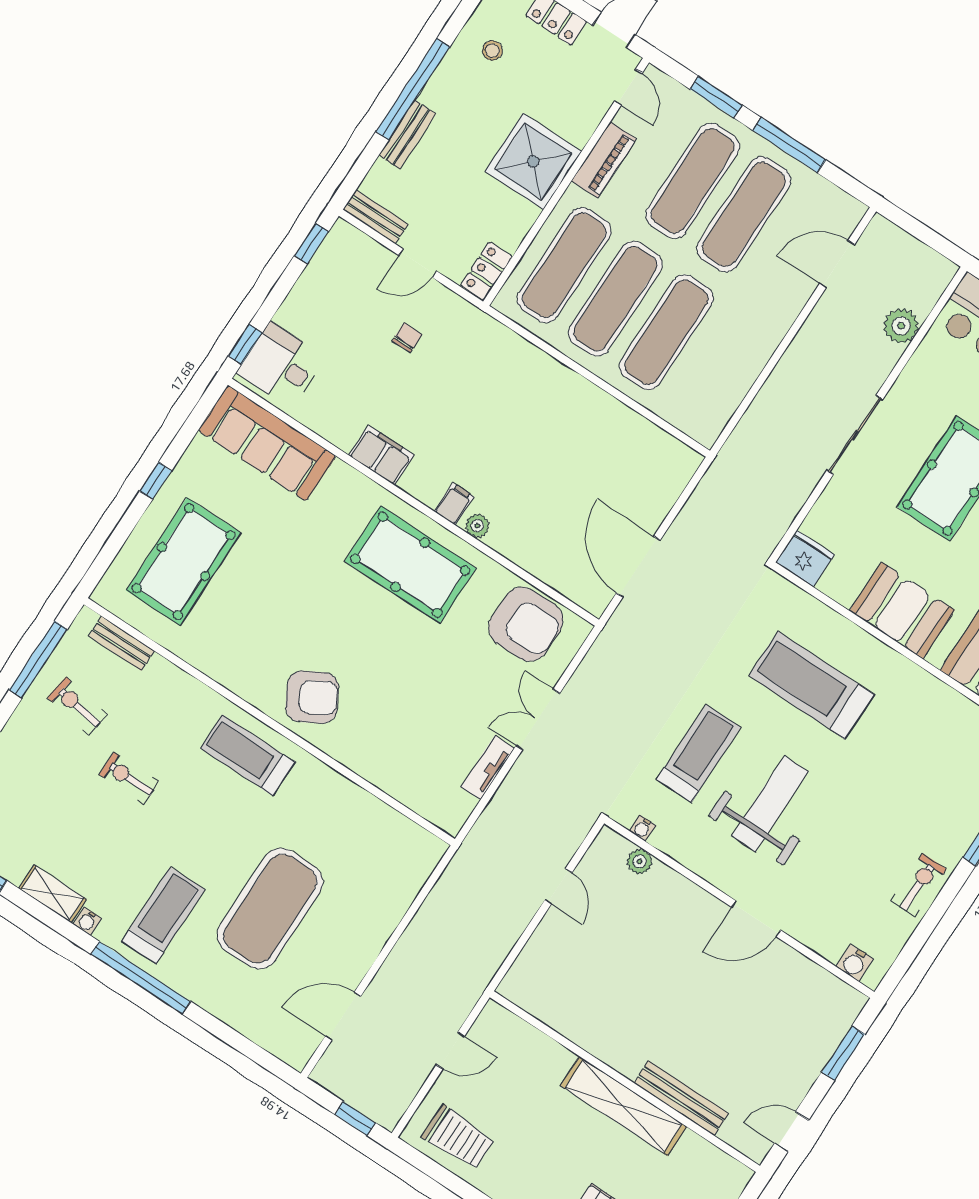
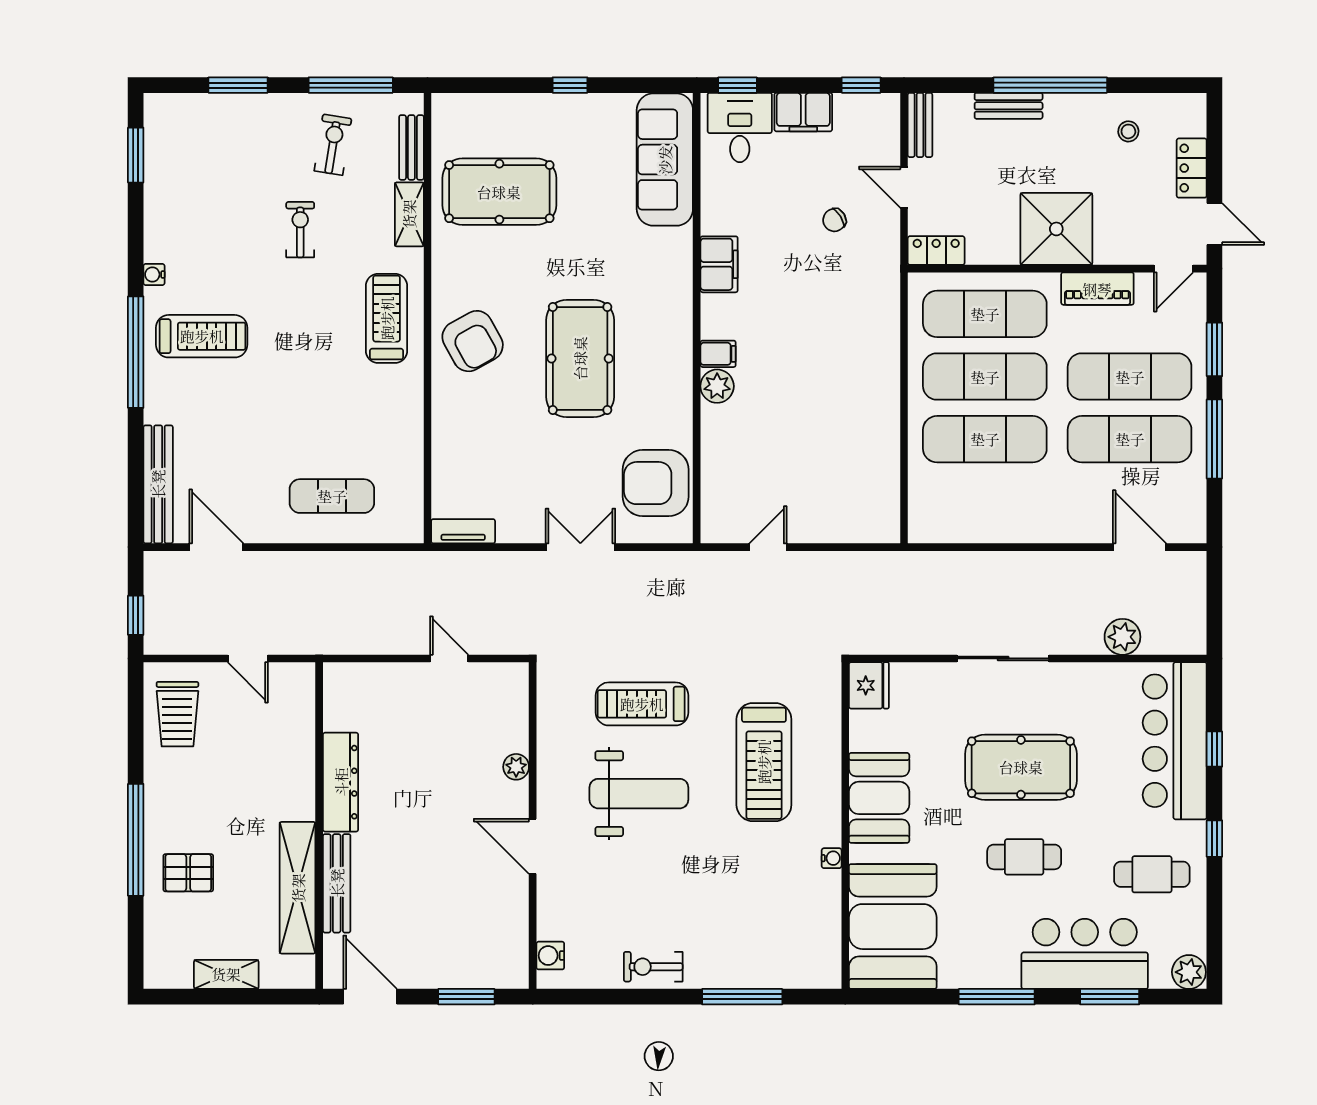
filing cabinet: (303, 305) -> (803, 112), added
chair: (407, 338) -> (834, 220), turned 149
plant: (477, 526) -> (717, 386), width x1.38, depth x1.38
pool table: (184, 562) -> (499, 192), moved
pool table: (410, 565) -> (580, 358), moved
door: (638, 567) -> (768, 547), width x0.53
armchair: (526, 624) -> (656, 483), turned 90
treadmill: (811, 685) -> (764, 762), turned 180
treadmill: (699, 753) -> (642, 704), turned 180
tv unit: (488, 768) -> (463, 531), moved
water cooler: (642, 828) -> (832, 858), moved, turned 180
plant: (640, 862) -> (516, 767), moved
exercise bike: (919, 885) -> (653, 967), turned 180
door: (558, 886) -> (449, 658), swing flipped
shelving: (53, 894) -> (409, 214), moved
exercise mat: (270, 909) -> (332, 496), moved, width x0.50, depth x0.69
bench: (261, 1030) -> (158, 484), added
dresser: (601, 1041) -> (341, 782), added
shelving: (624, 1106) -> (298, 888), moved
door: (792, 1132) -> (370, 997), width x1.38

